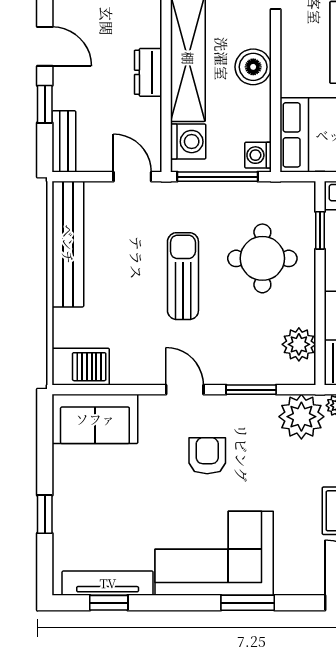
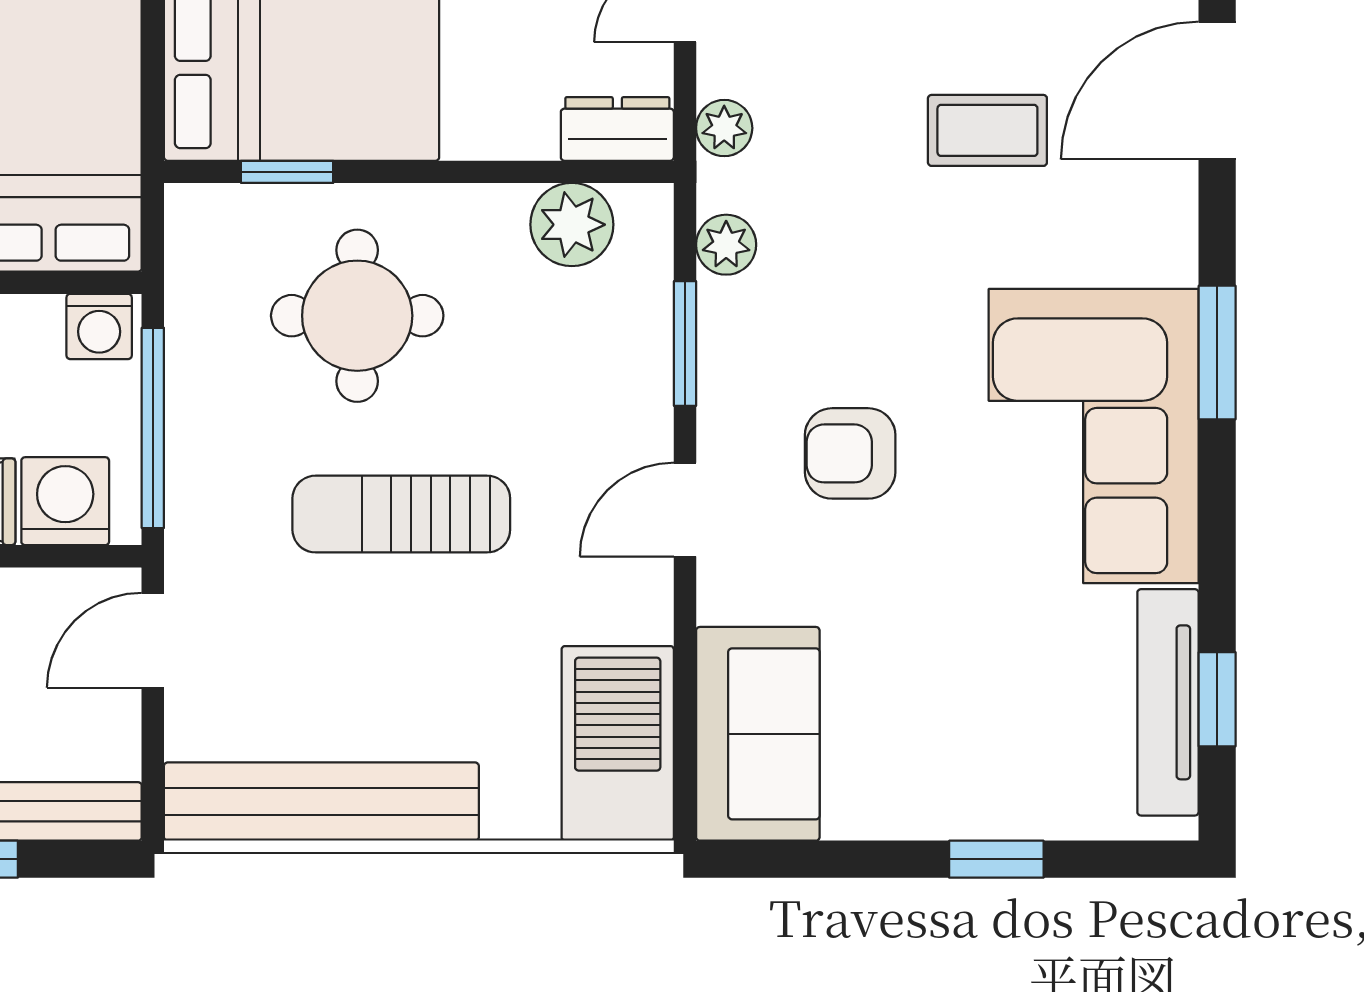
barbecue: (81, 367) -> (618, 743), width x1.37, depth x1.21
plant: (301, 417) -> (726, 245), width x0.53, depth x0.53

